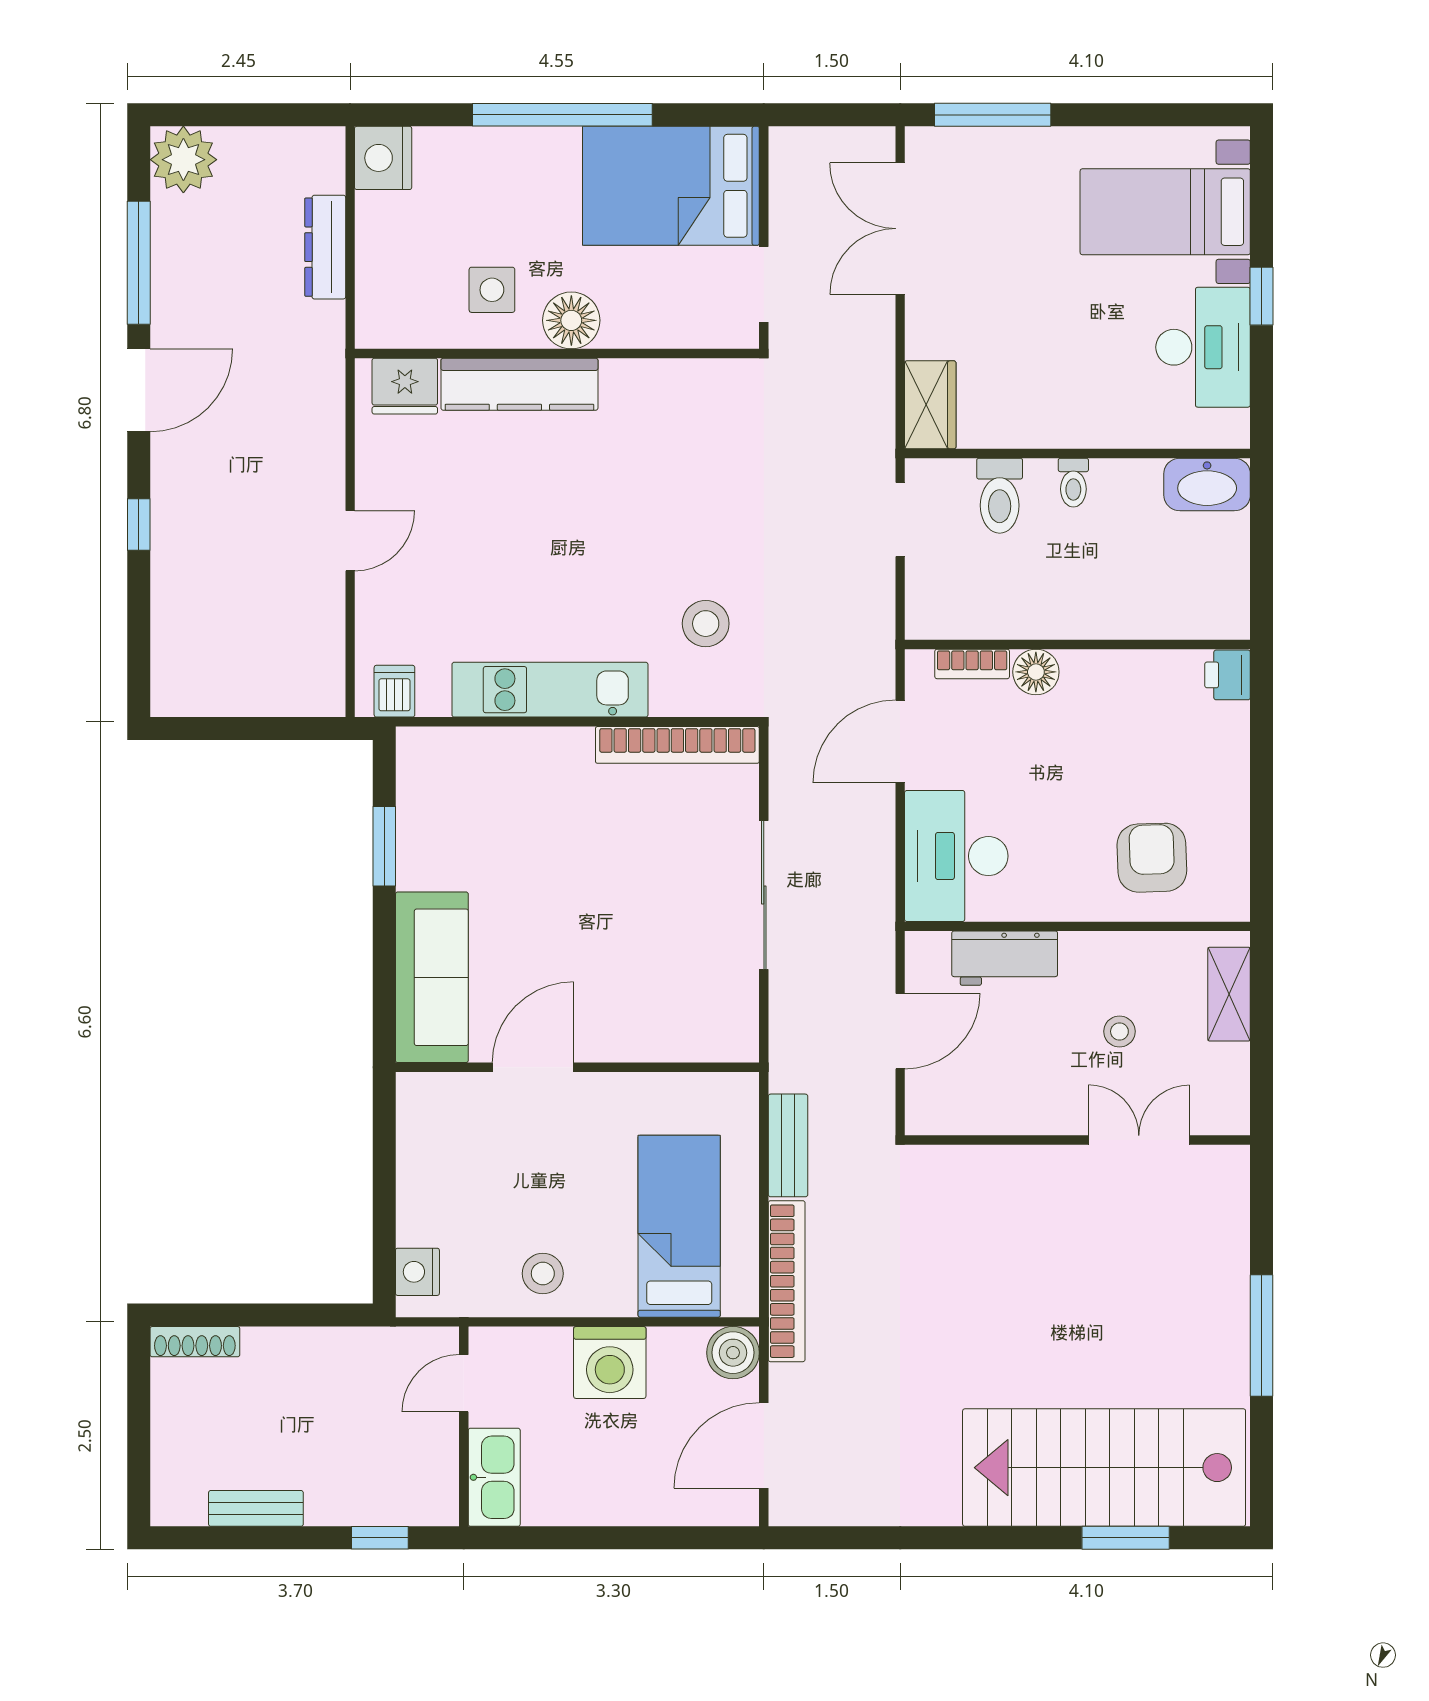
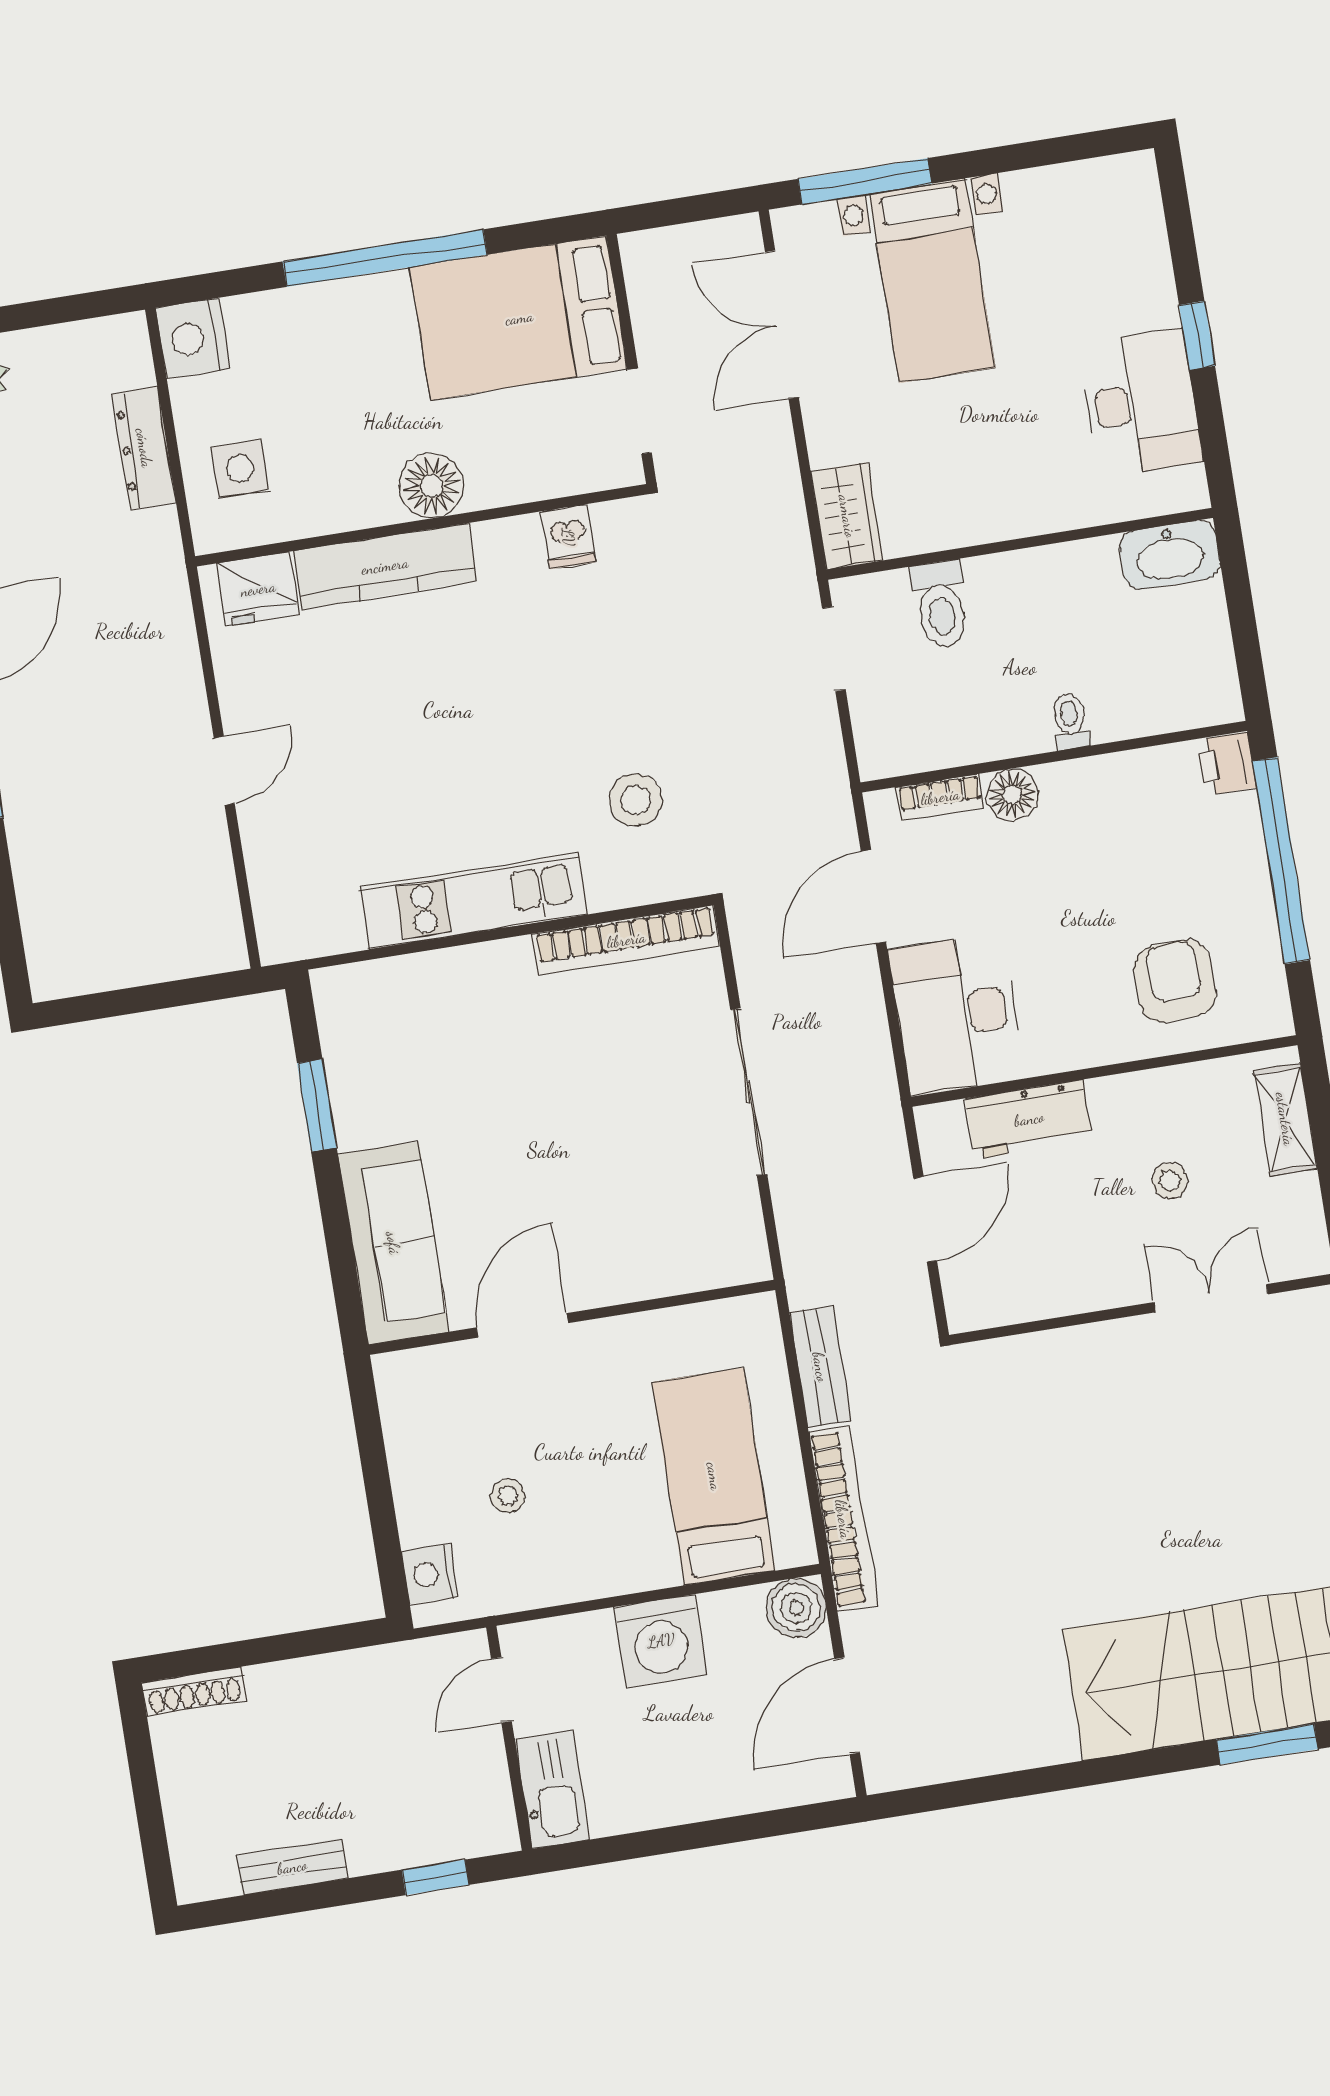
bed with nightstands: (1165, 212) -> (932, 281), moved, turned -90
side table: (492, 290) -> (240, 469), moved
toilet: (1073, 483) -> (1070, 721), moved, turned 180
dishwasher: (394, 691) -> (568, 537), moved, turned 180
window: (1262, 767) -> (1281, 861), added
stool: (543, 1274) -> (508, 1496), moved, width x0.73, depth x0.73

